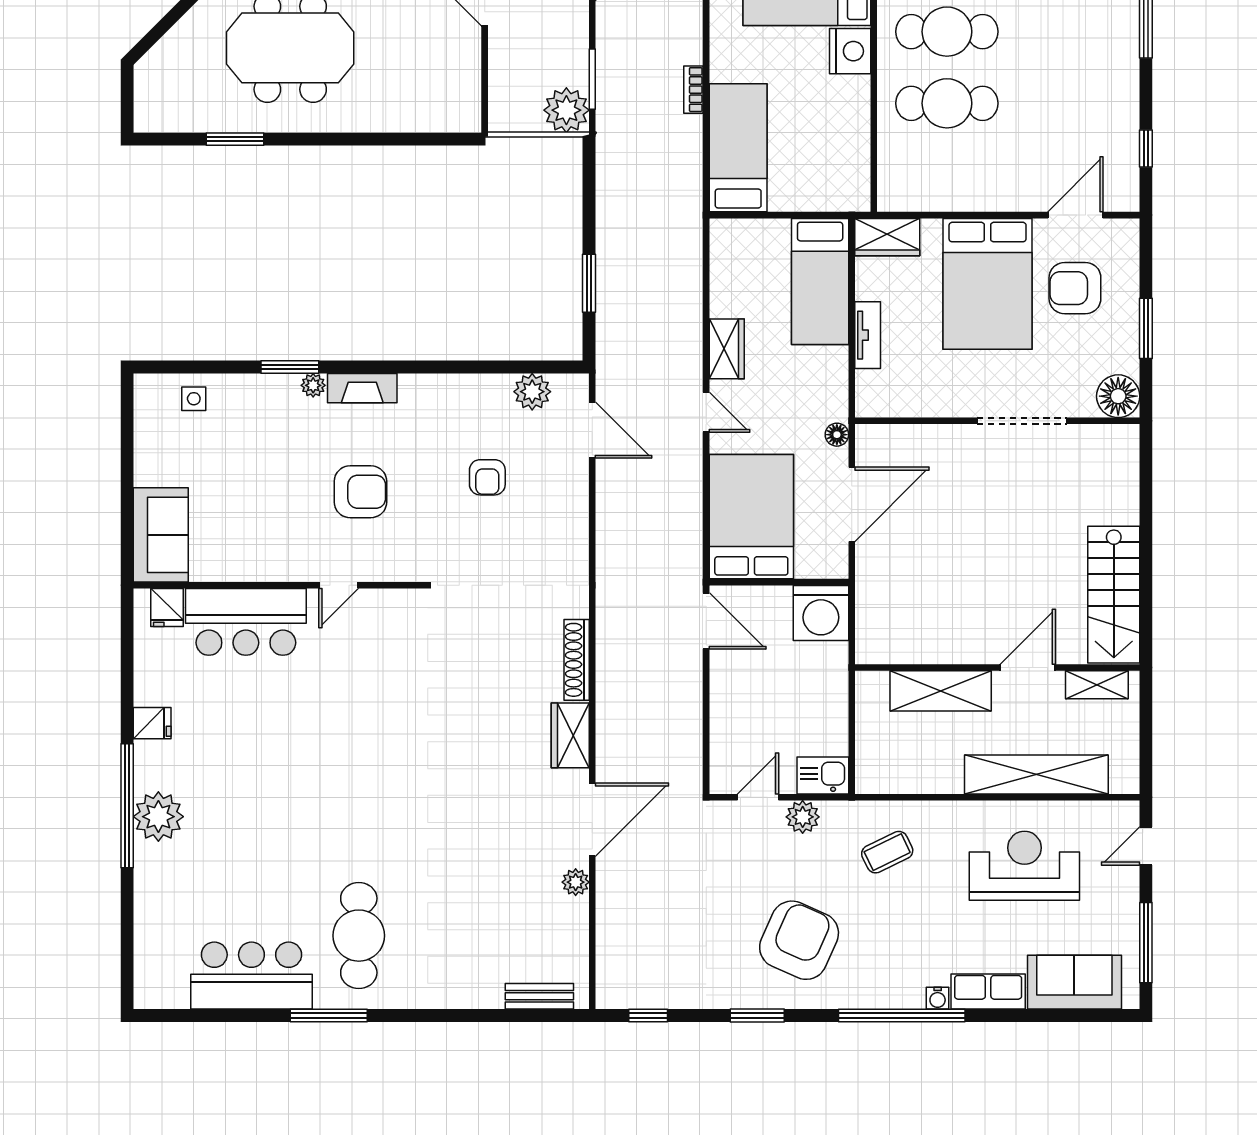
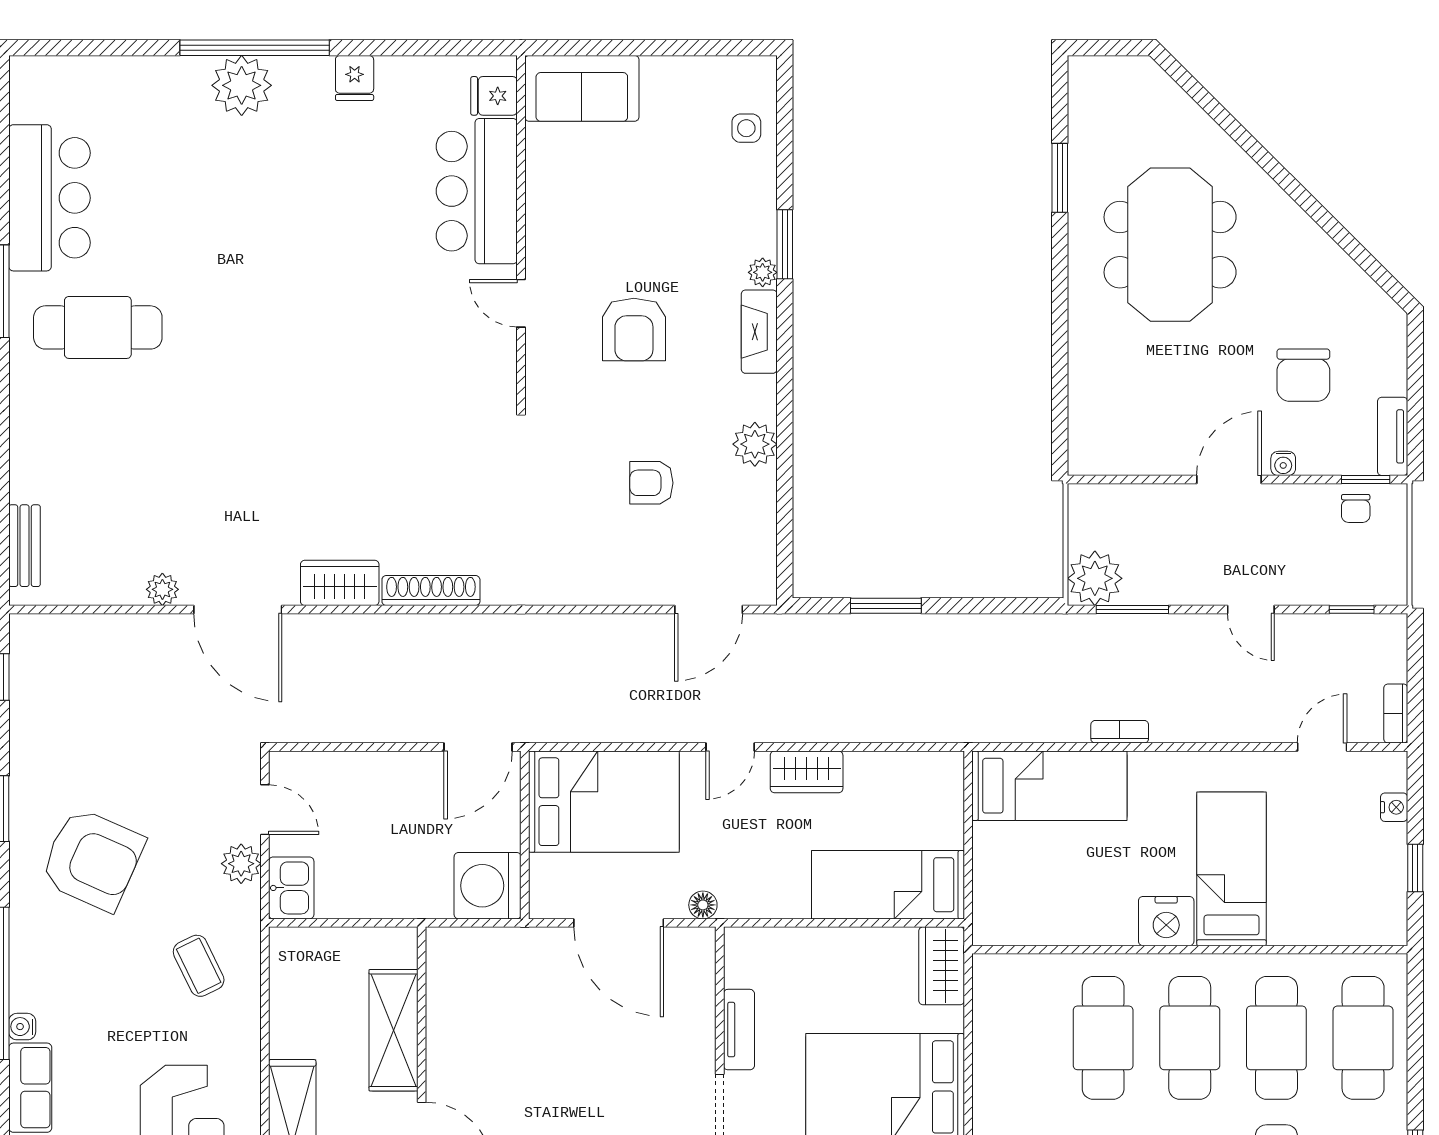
tv unit: (868, 335) -> (739, 1030), moved, turned -90
plant: (532, 392) -> (755, 444), moved

